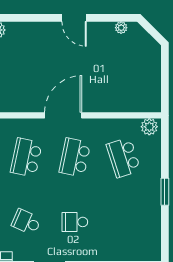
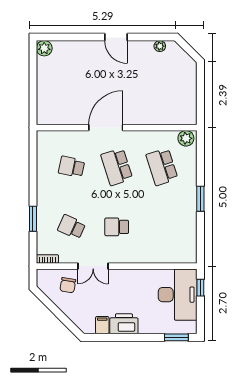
school desk: (26, 157) -> (72, 167), width x0.54
school desk: (75, 157) -> (117, 167), turned -30

